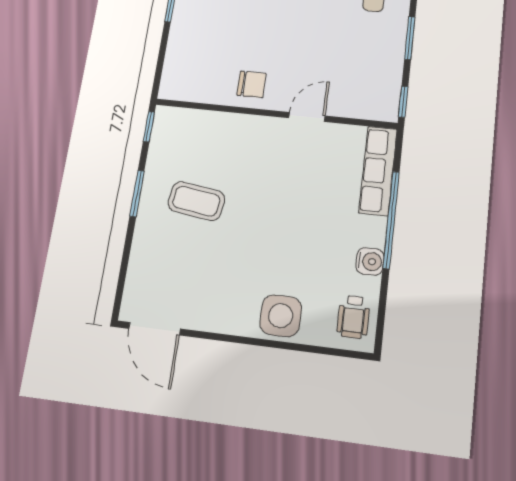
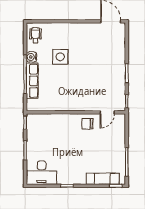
door: (307, 117) -> (107, 112), moved
row of seats: (378, 171) -> (32, 81), moved
coffee table: (196, 201) -> (102, 73), removed
side table: (281, 316) -> (60, 57), moved

